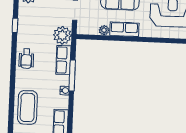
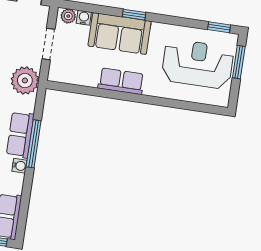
plant: (104, 30) -> (90, 79), removed
row of seats: (63, 60) -> (20, 135), moved

